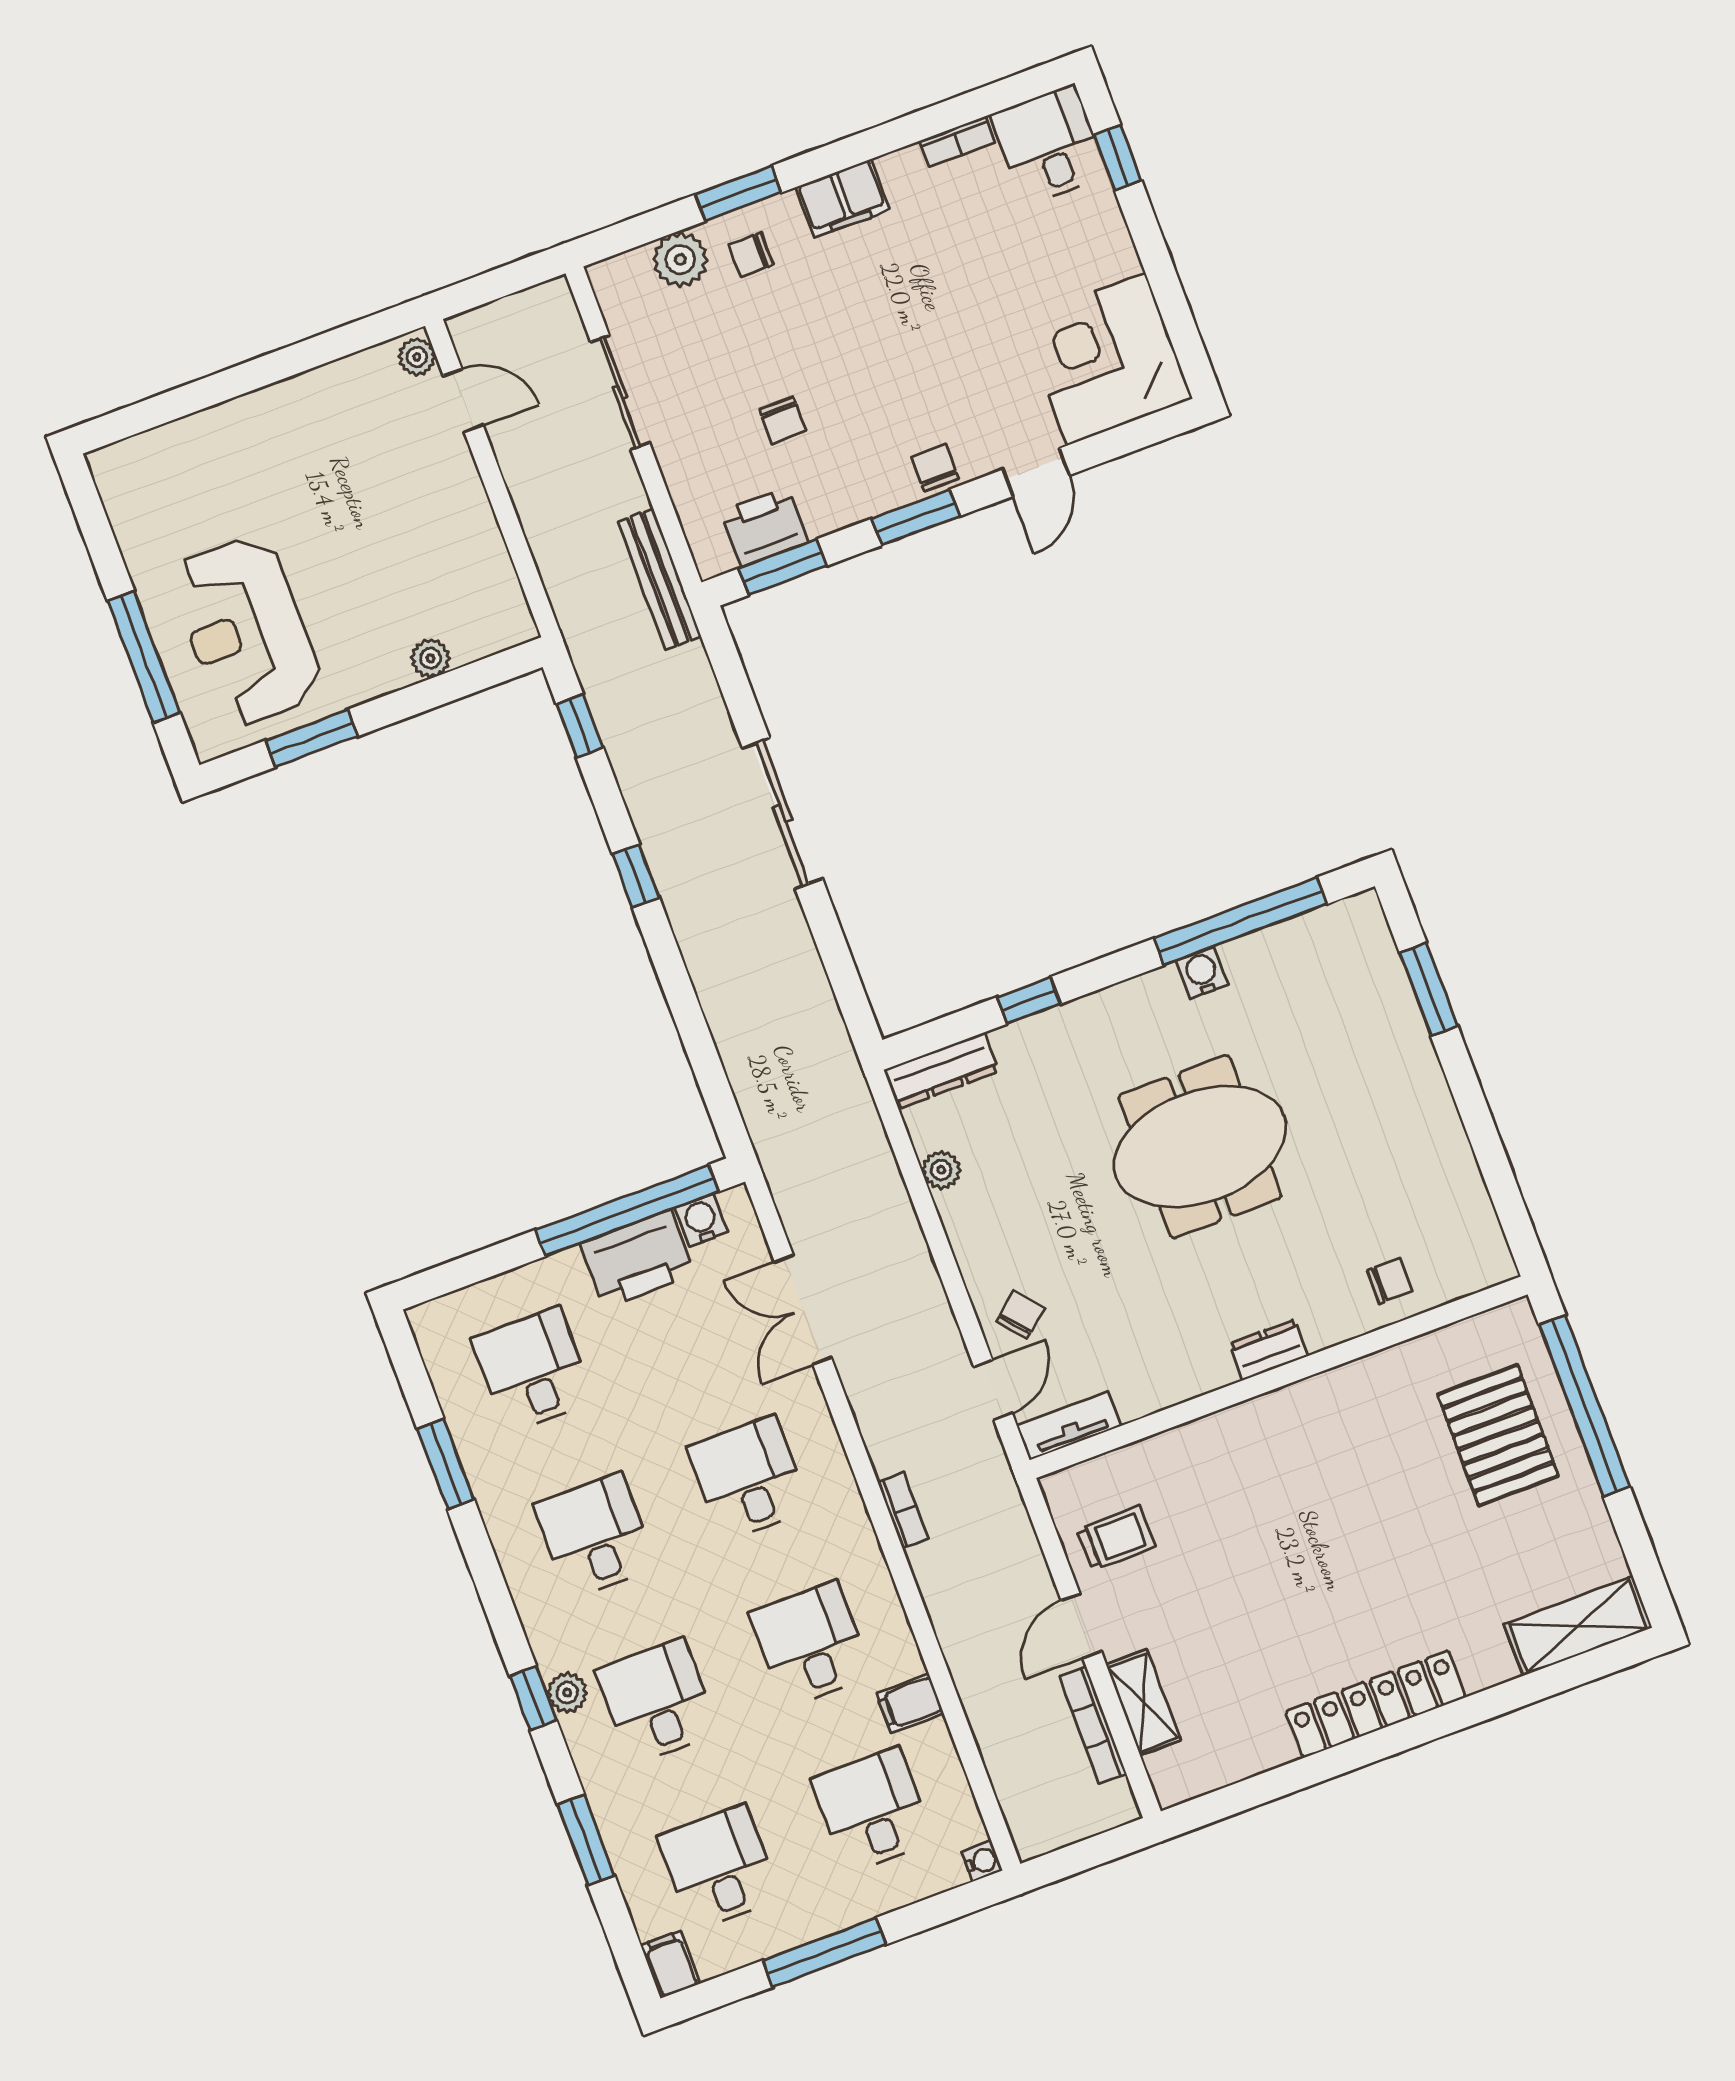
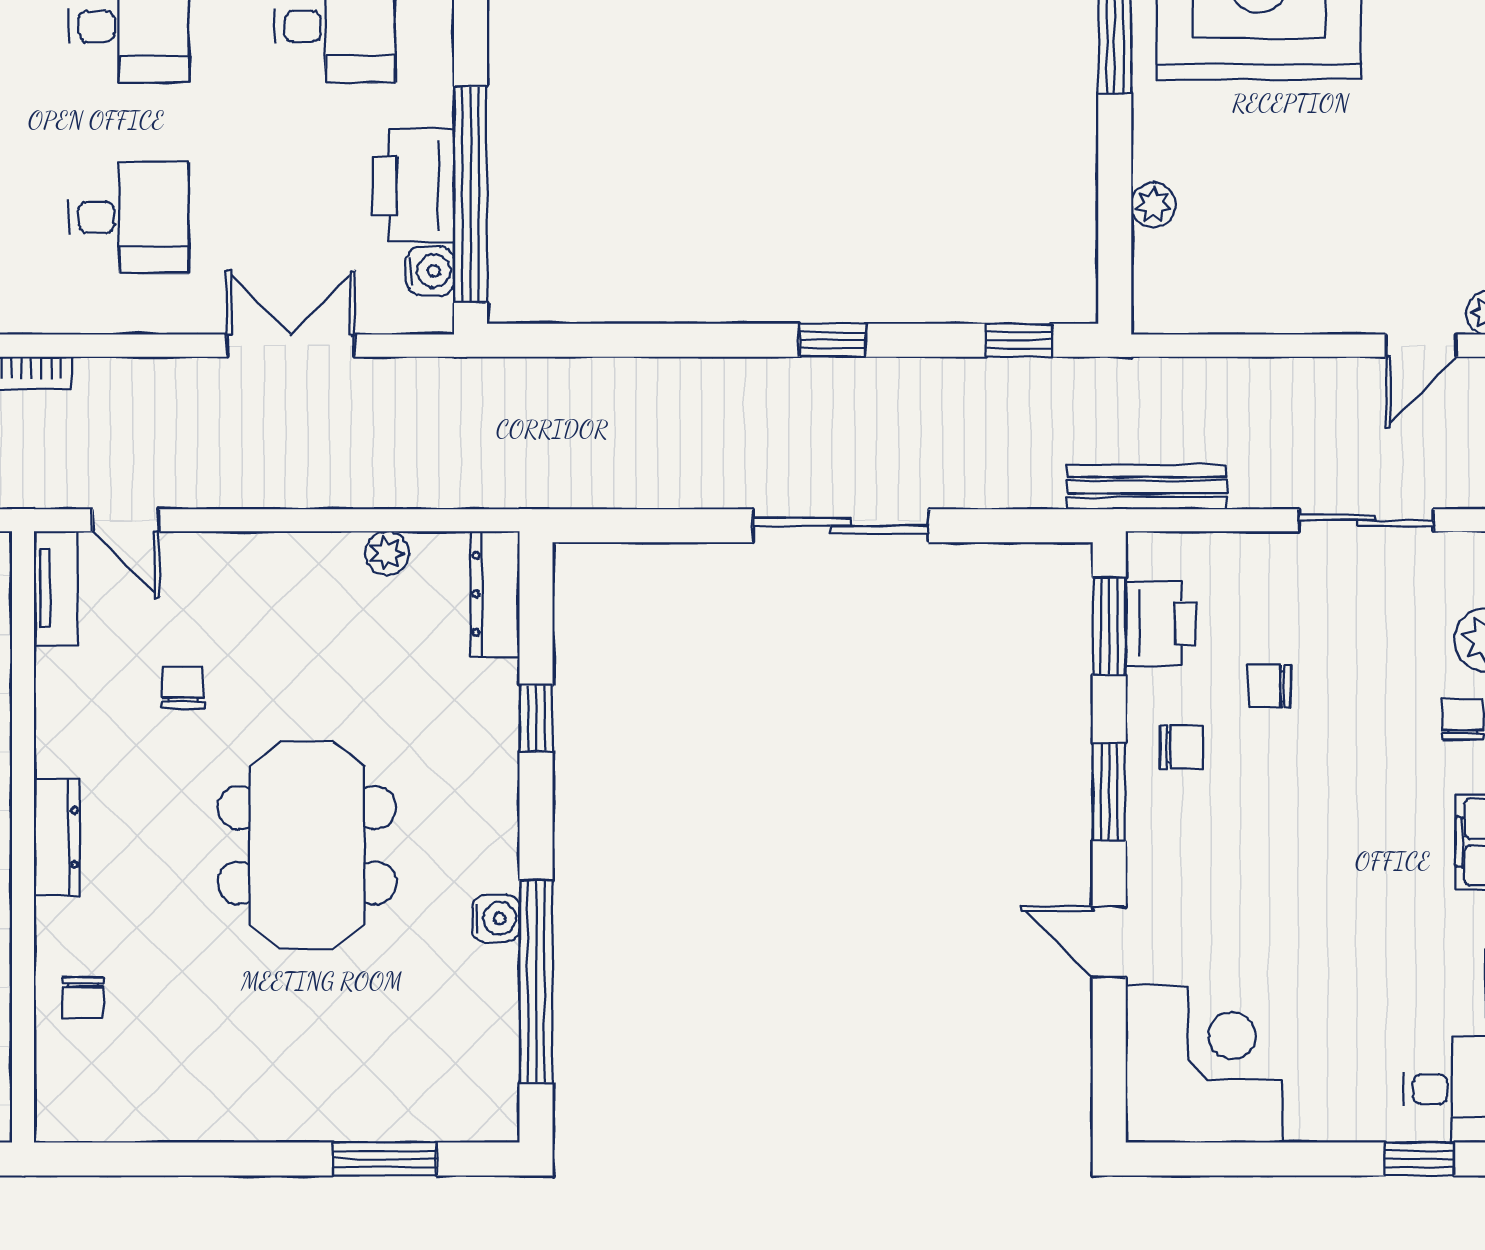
chair: (935, 468) -> (1181, 747), moved
chair: (1020, 1315) -> (183, 687), moved, turned -140
dresser: (1269, 1350) -> (57, 837), width x1.44

